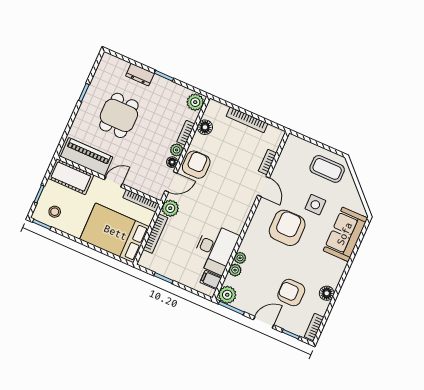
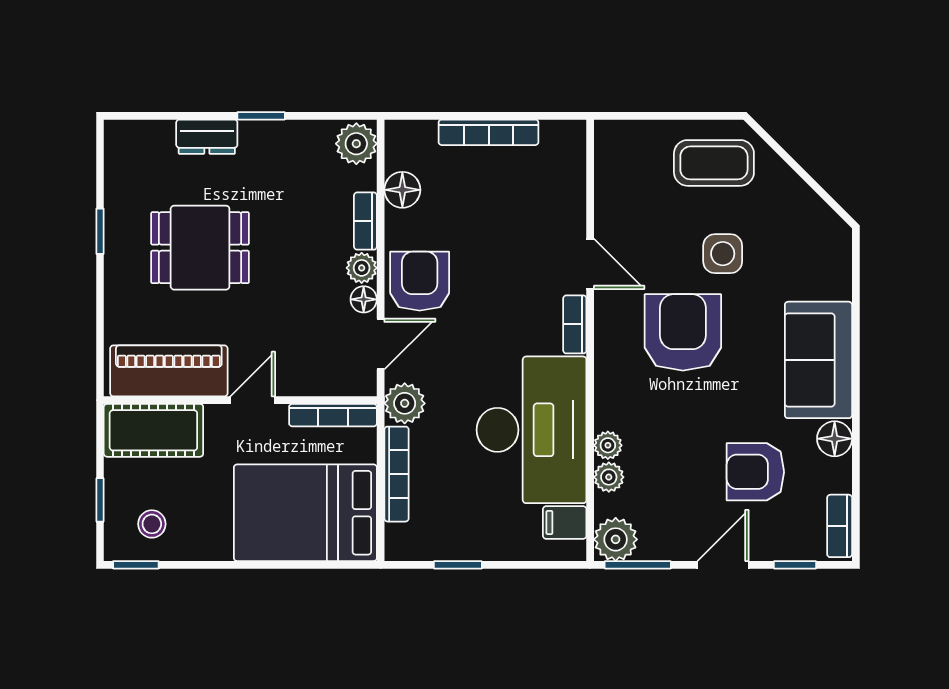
dining table: (119, 115) -> (200, 248), turned 90
bookcase: (267, 162) -> (575, 324), moved
sofa: (345, 234) -> (818, 360), moved
desk: (215, 249) -> (532, 430), width x1.36, depth x1.30

